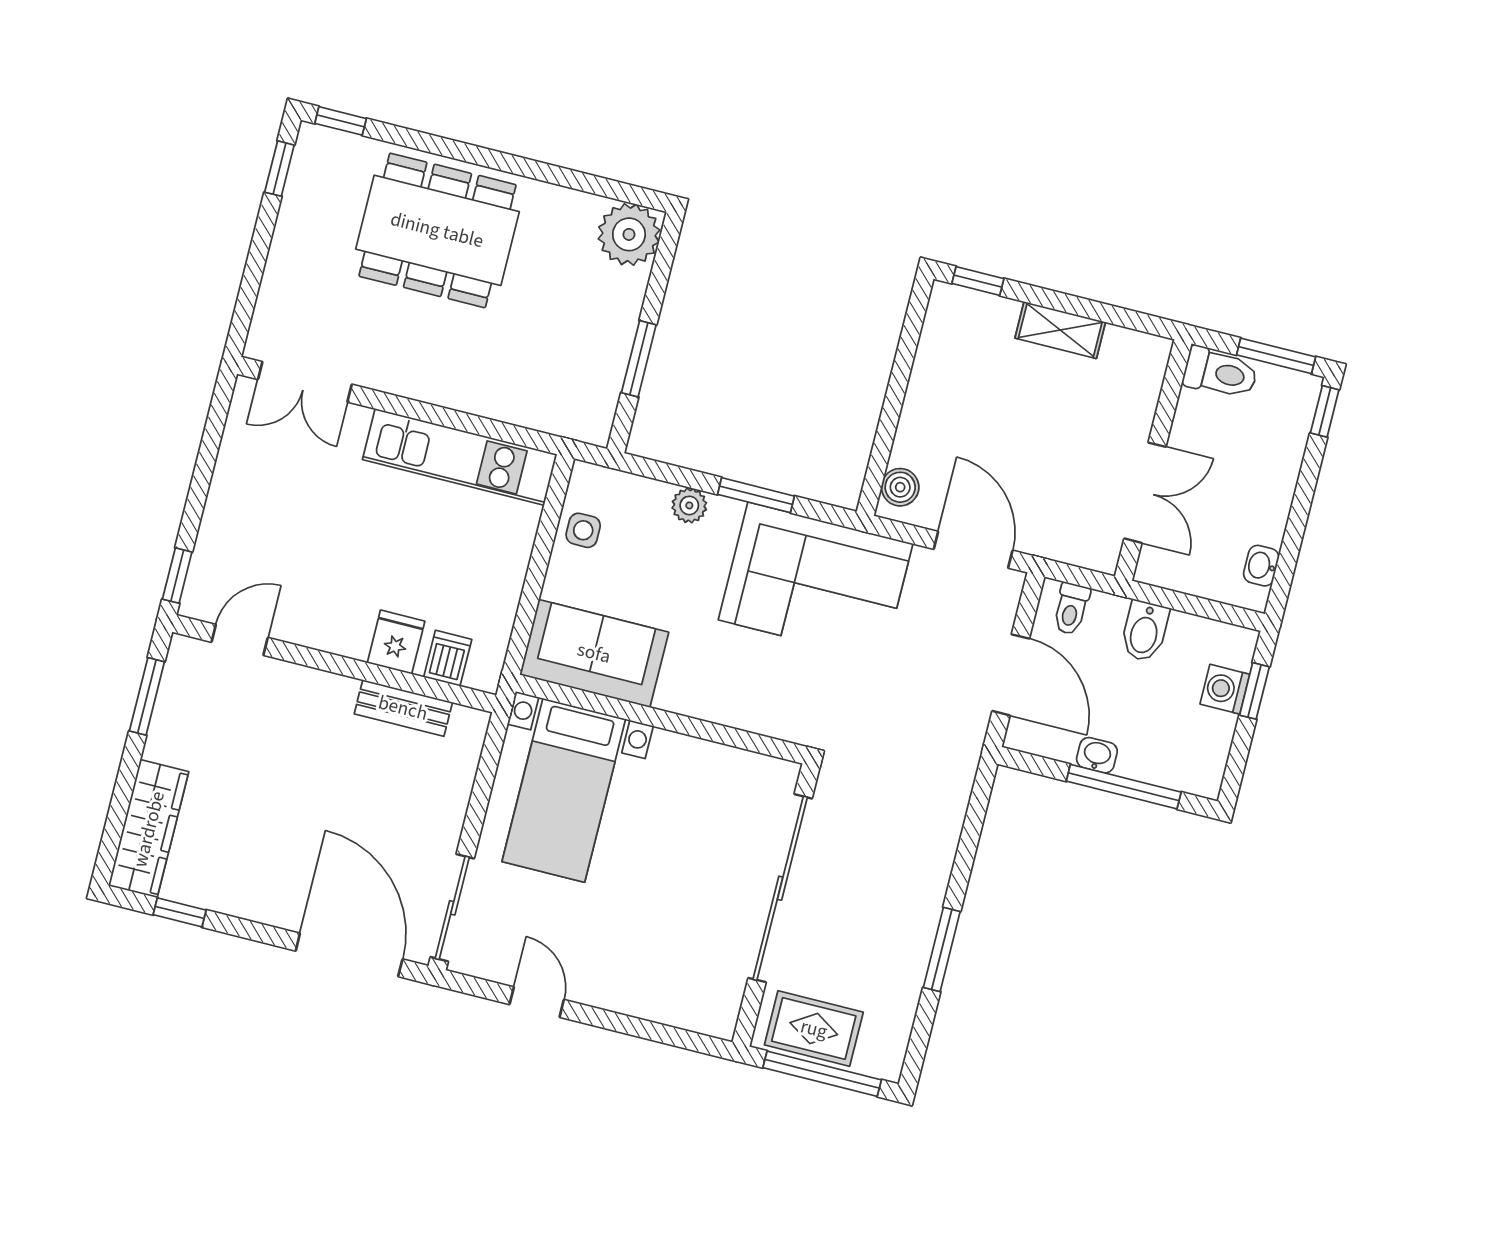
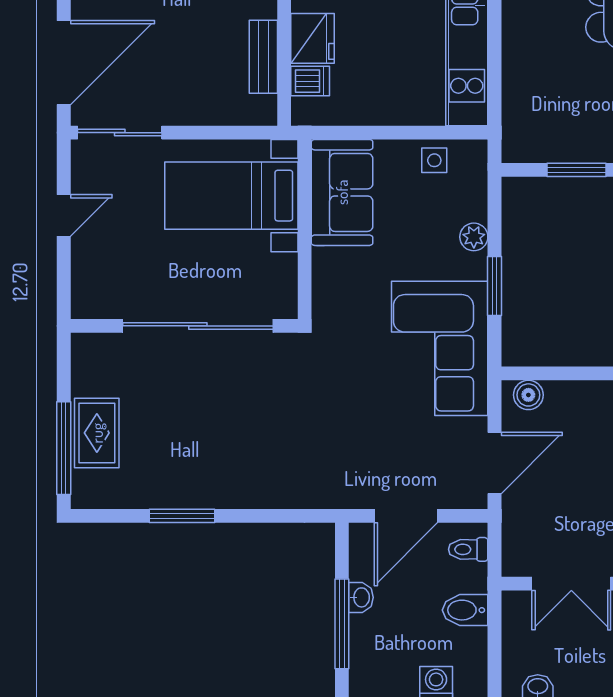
fridge: (396, 642) -> (313, 38), width x1.38
sliding door: (780, 888) -> (198, 326), moved
wall: (776, 905) -> (184, 326), moved

